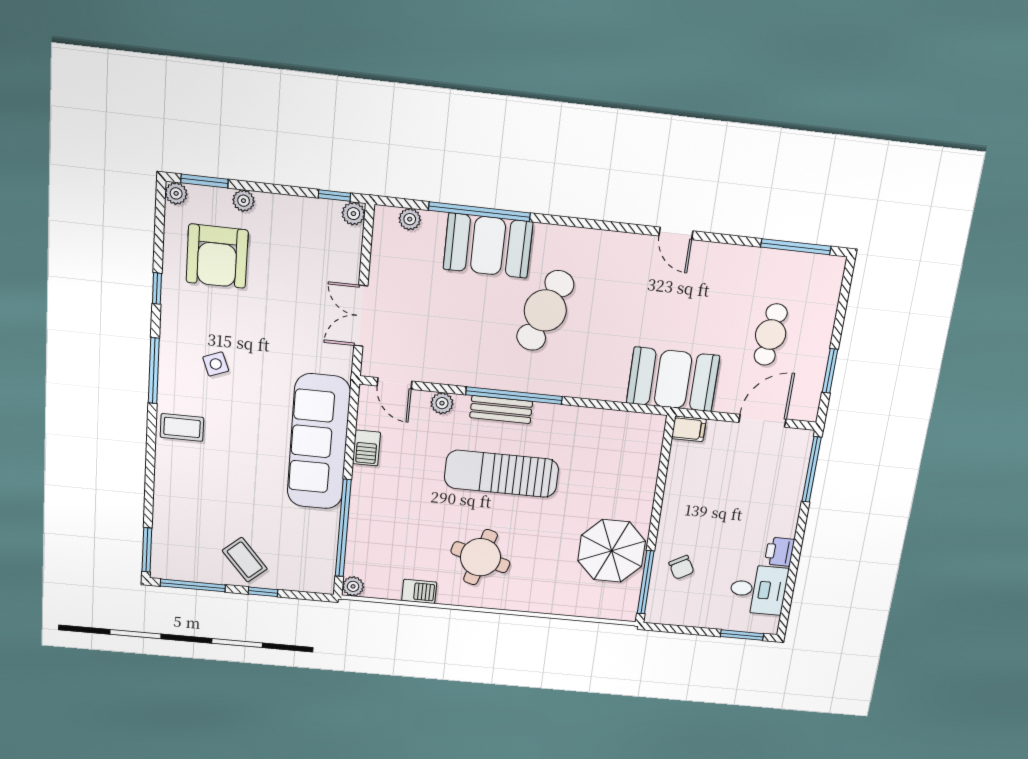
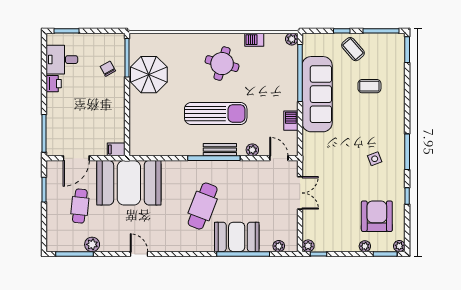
plant: (760, 261) -> (92, 244), added
booth: (673, 379) -> (129, 183), width x1.36, depth x1.42
coffee table: (182, 427) -> (369, 86), moved
sofa: (319, 442) -> (317, 94), moved

